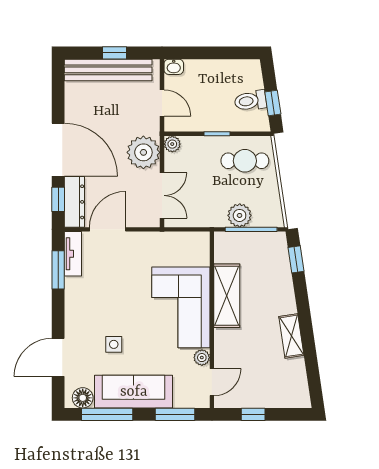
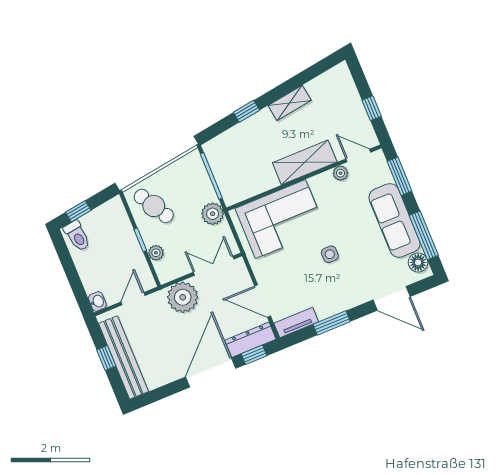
toilet: (250, 101) -> (77, 236), moved
window: (273, 103) -> (78, 211), moved
plant: (172, 144) -> (156, 253), moved
cafe table: (245, 161) -> (154, 206), turned -30
plant: (240, 215) -> (213, 214), moved
window: (296, 259) -> (247, 111), moved
window: (58, 270) -> (332, 323), moved
shelving: (227, 296) -> (305, 162), moved
corner sofa: (181, 307) -> (280, 219), moved
side table: (114, 344) -> (330, 254), moved

